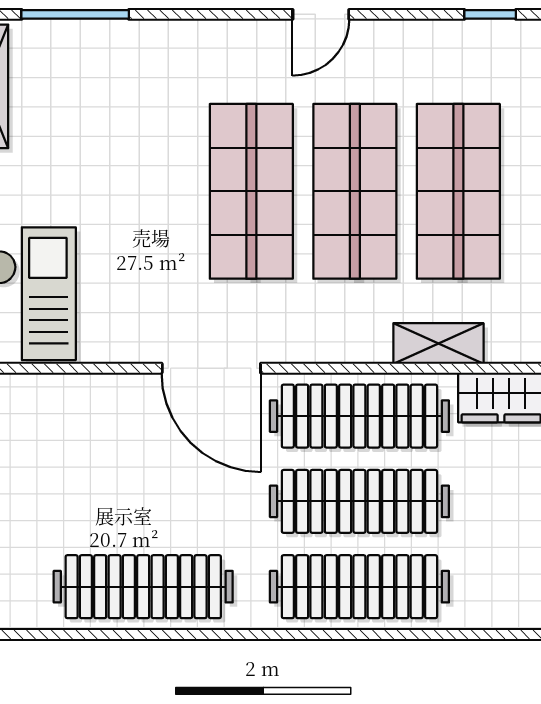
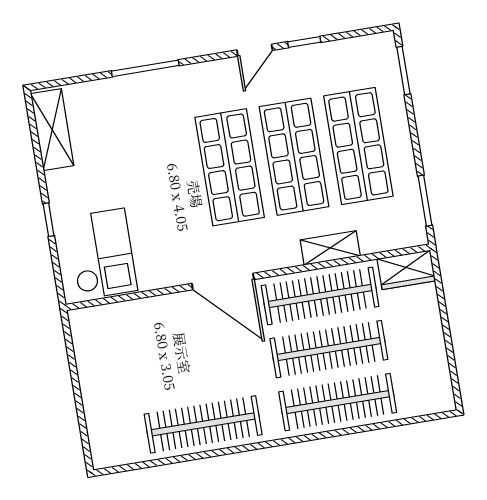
window: (75, 14) -> (145, 68), moved
window: (490, 14) -> (304, 42), moved
shelving: (438, 343) -> (330, 248), moved

